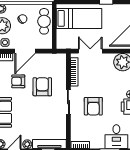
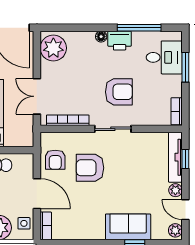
armchair: (18, 81) -> (55, 160), moved

